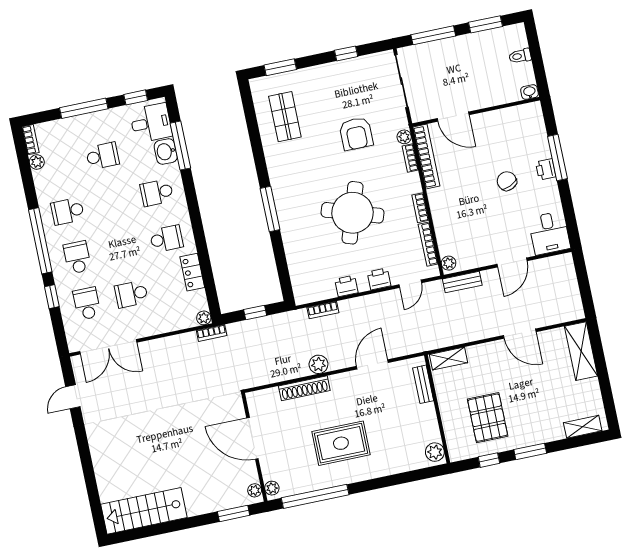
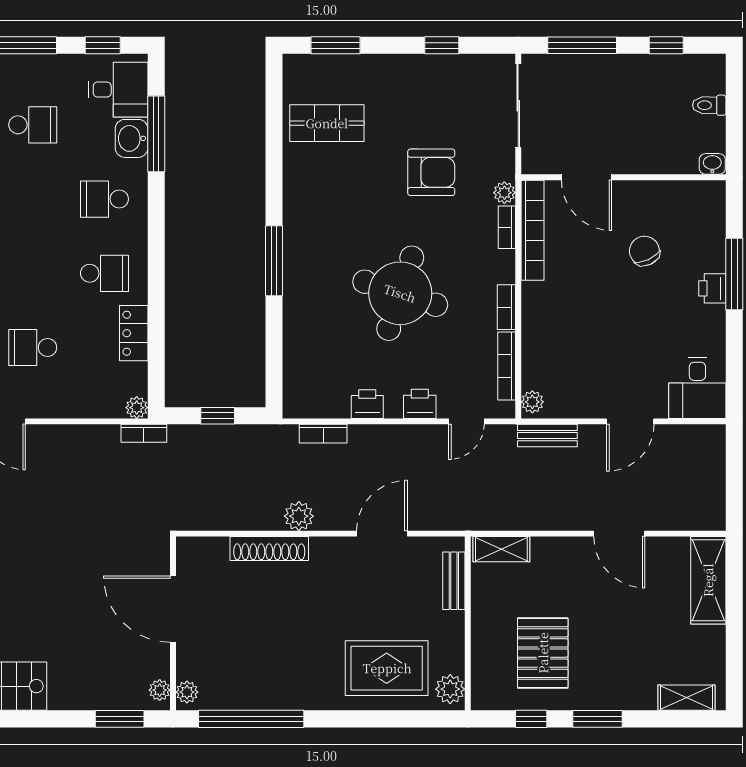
window: (486, 24) -> (666, 45), width x0.67
shop shelf: (285, 117) -> (327, 123), turned 90
armchair: (356, 134) -> (431, 172), turned -90
chair: (507, 181) -> (644, 251), moved
rug: (341, 443) -> (387, 668), moved

